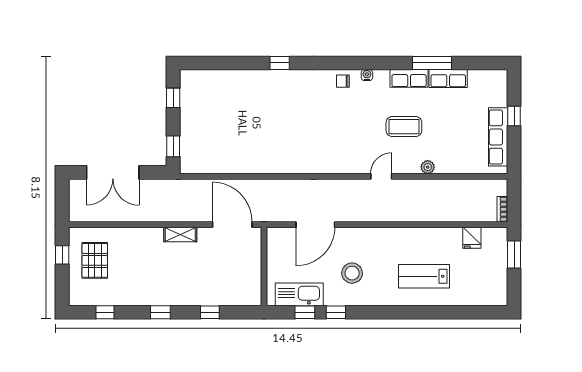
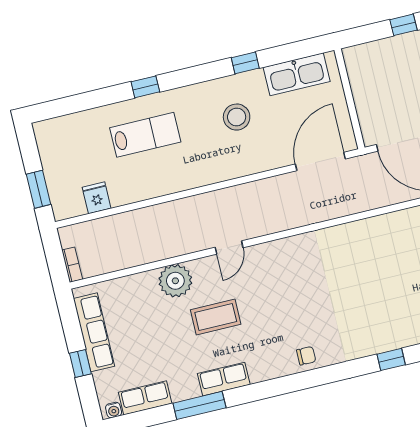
water cooler: (367, 75) -> (114, 410), moved
row of seats: (448, 79) -> (145, 398), moved
plant: (428, 167) -> (175, 281), width x1.87, depth x1.87
bookcase: (502, 209) -> (72, 265), moved
door: (315, 225) -> (320, 161), moved
window: (305, 312) -> (145, 87), moved

